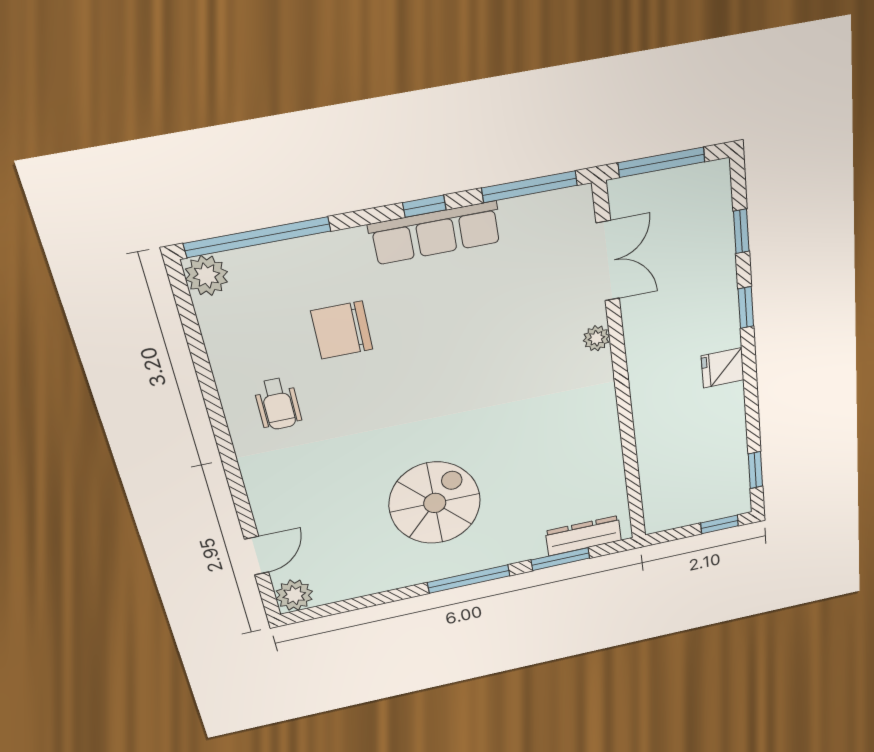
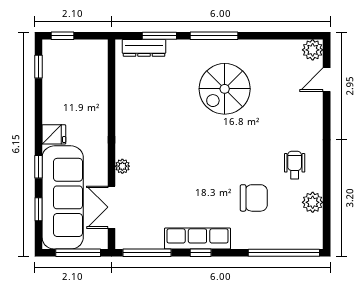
sofa: (699, 262) -> (63, 197), added
plant: (206, 276) -> (313, 202), moved

